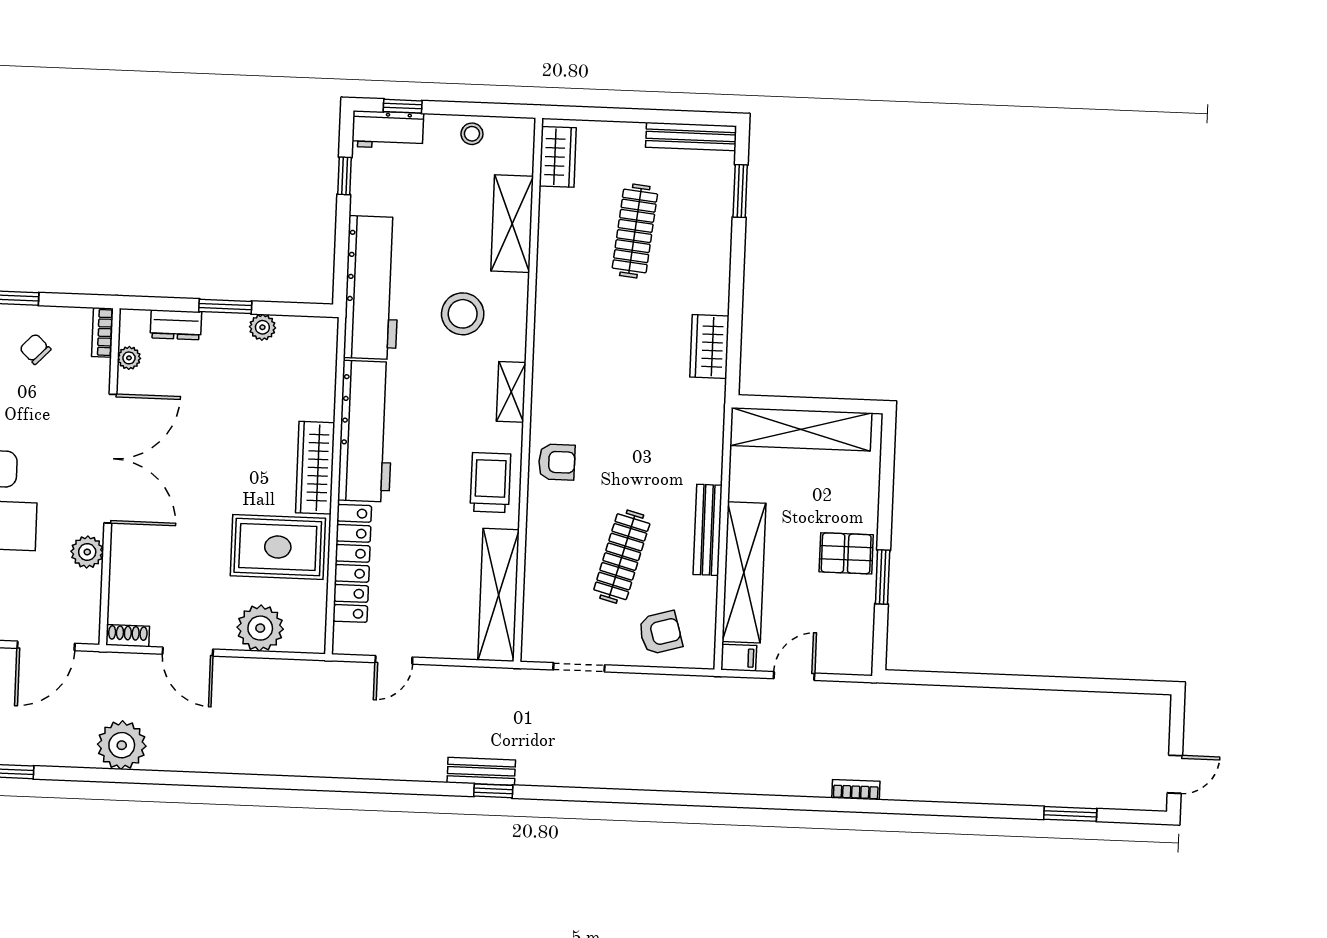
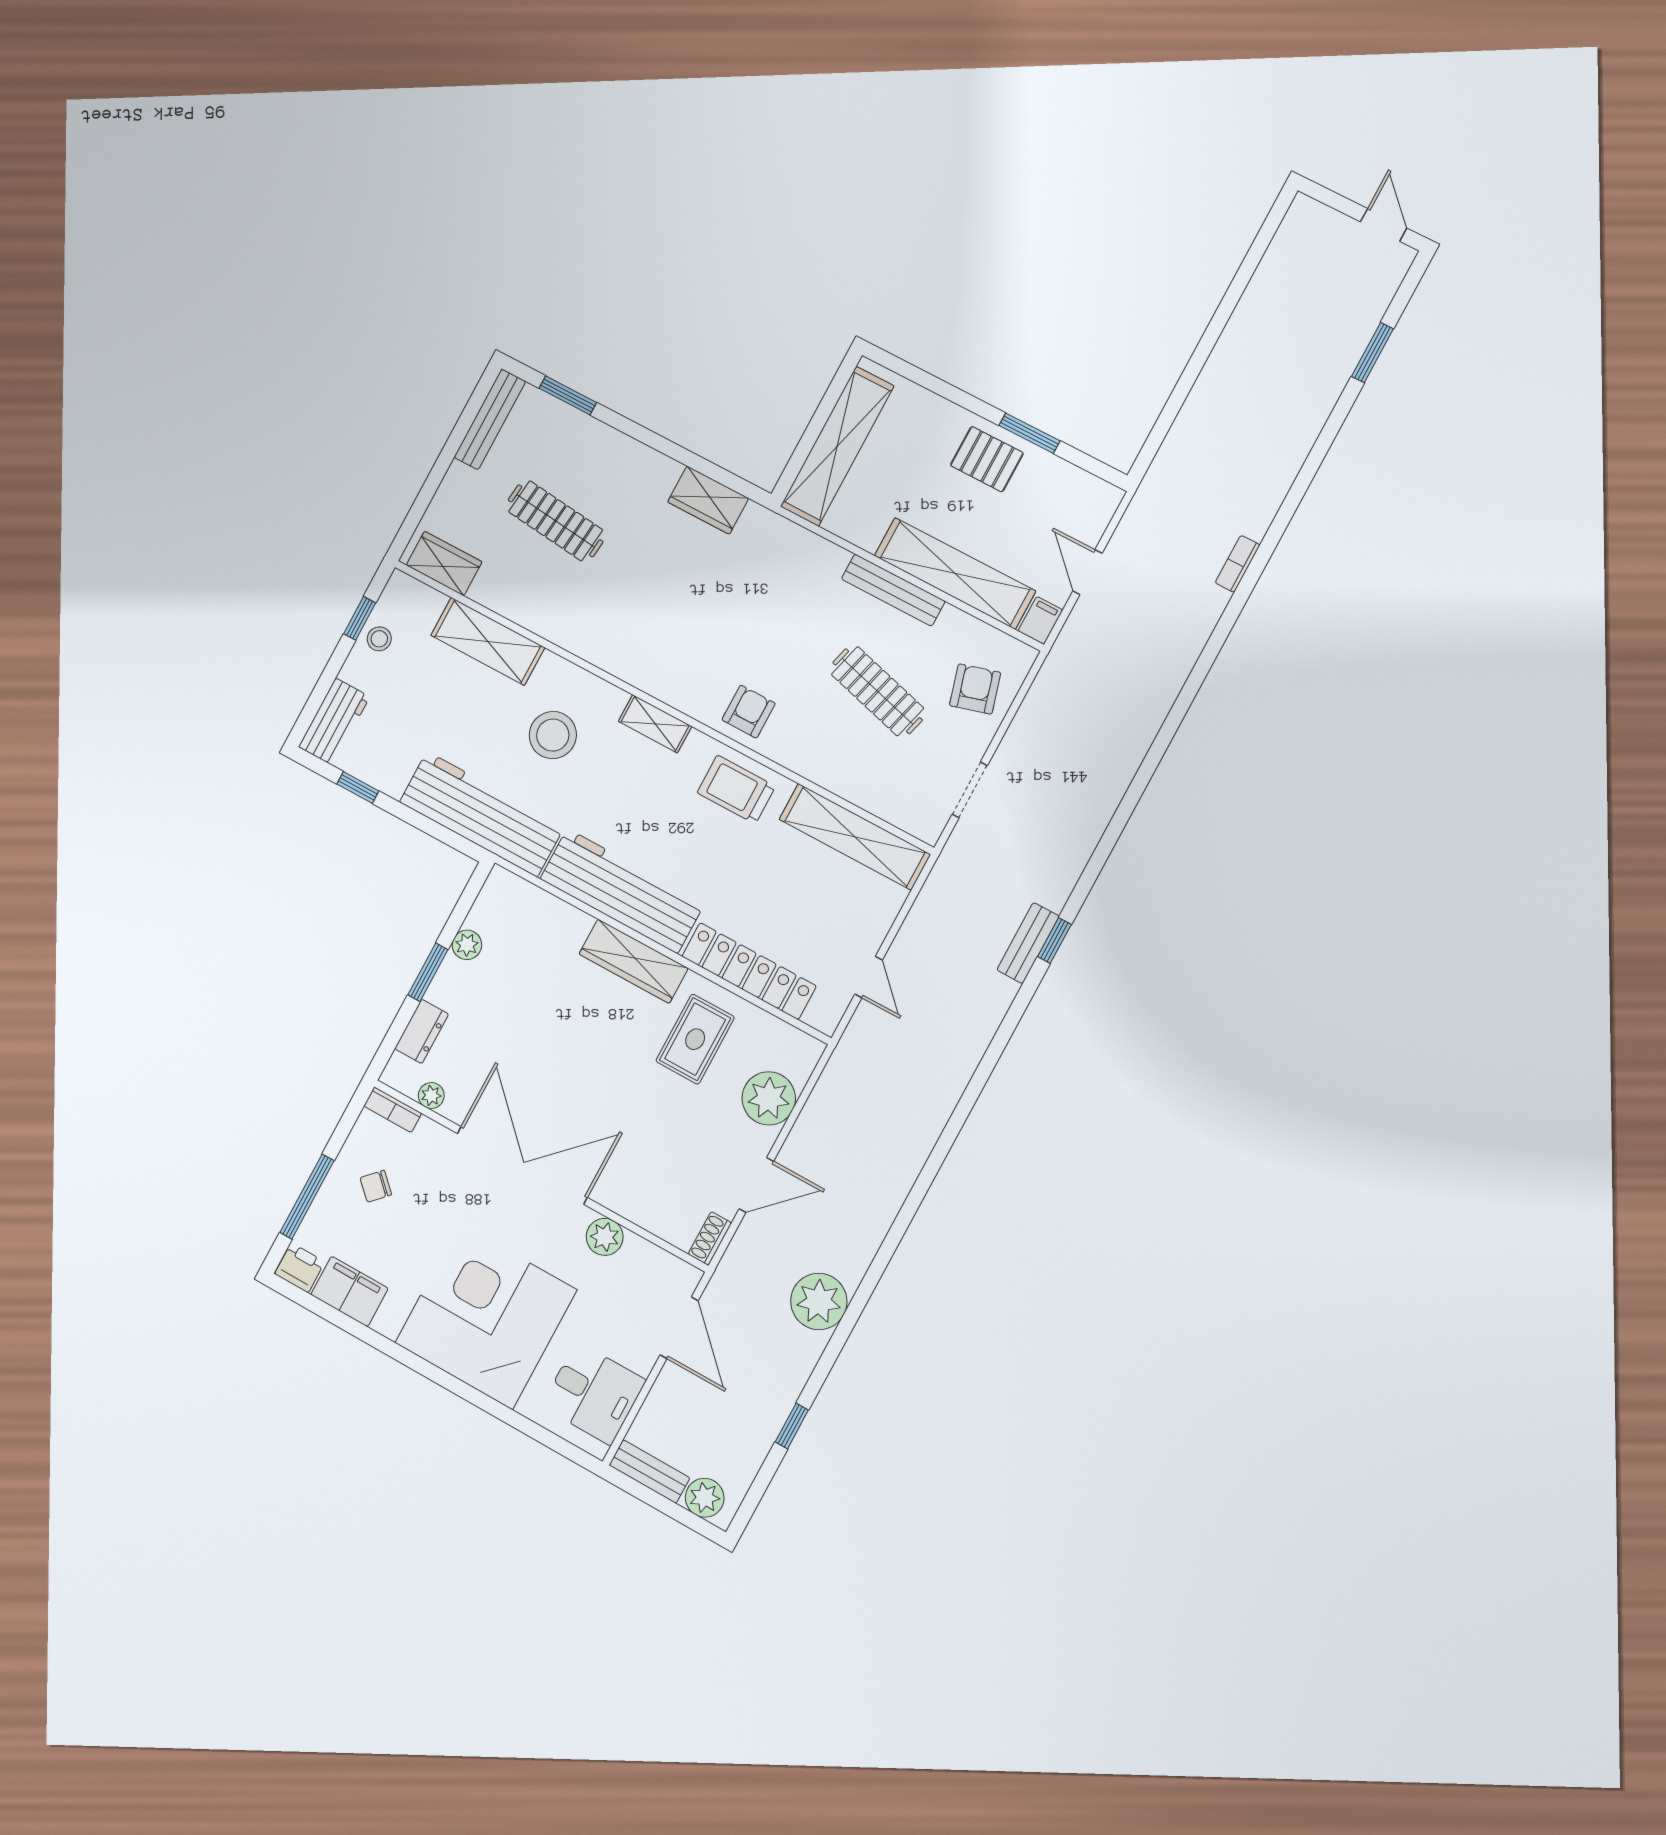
window: (403, 106) -> (360, 618), moved
rug: (278, 547) -> (695, 1039), width x0.73, depth x0.70
pallet: (846, 553) -> (987, 459), turned 90

